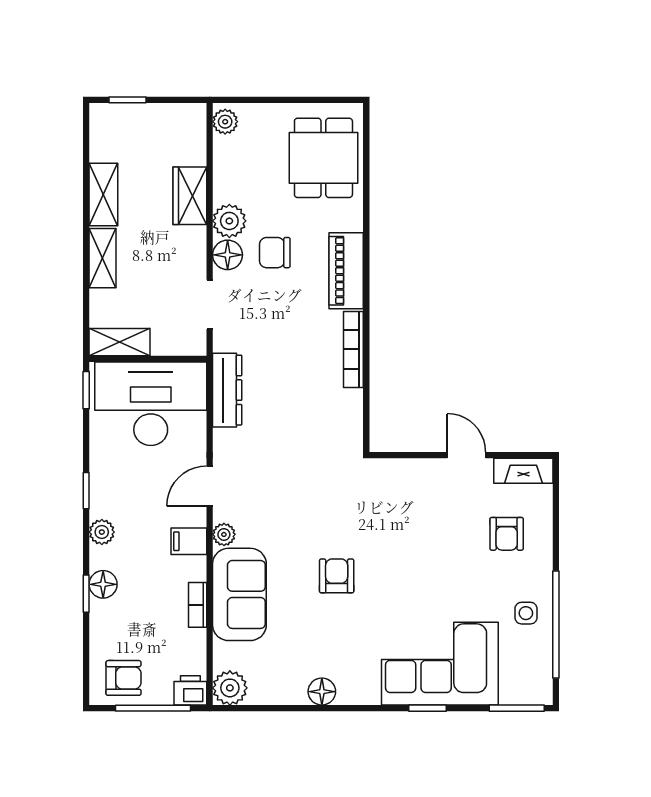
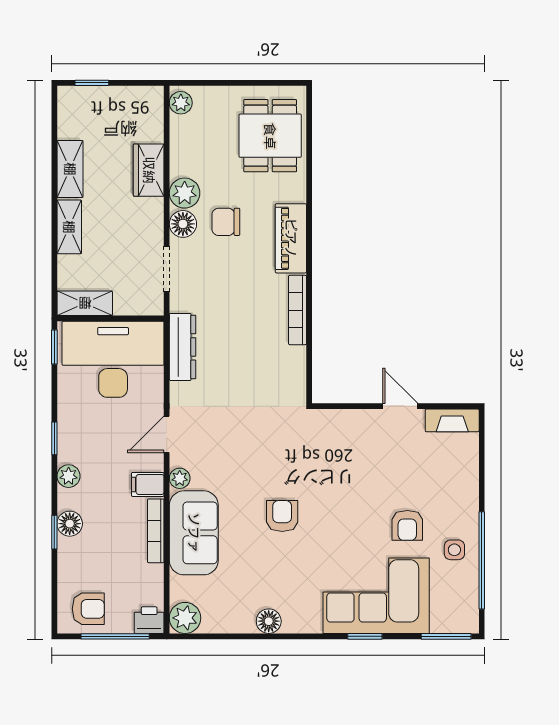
armchair: (507, 534) -> (407, 525), moved
bookcase: (198, 605) -> (156, 531), width x1.56

